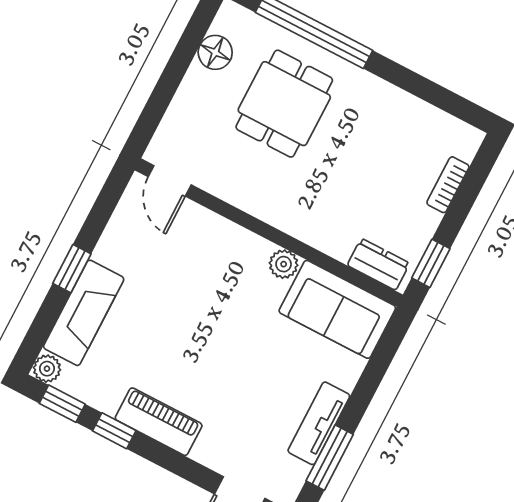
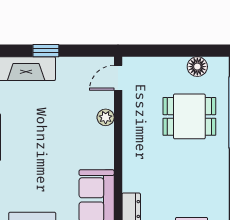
plant: (284, 264) -> (106, 117), moved

